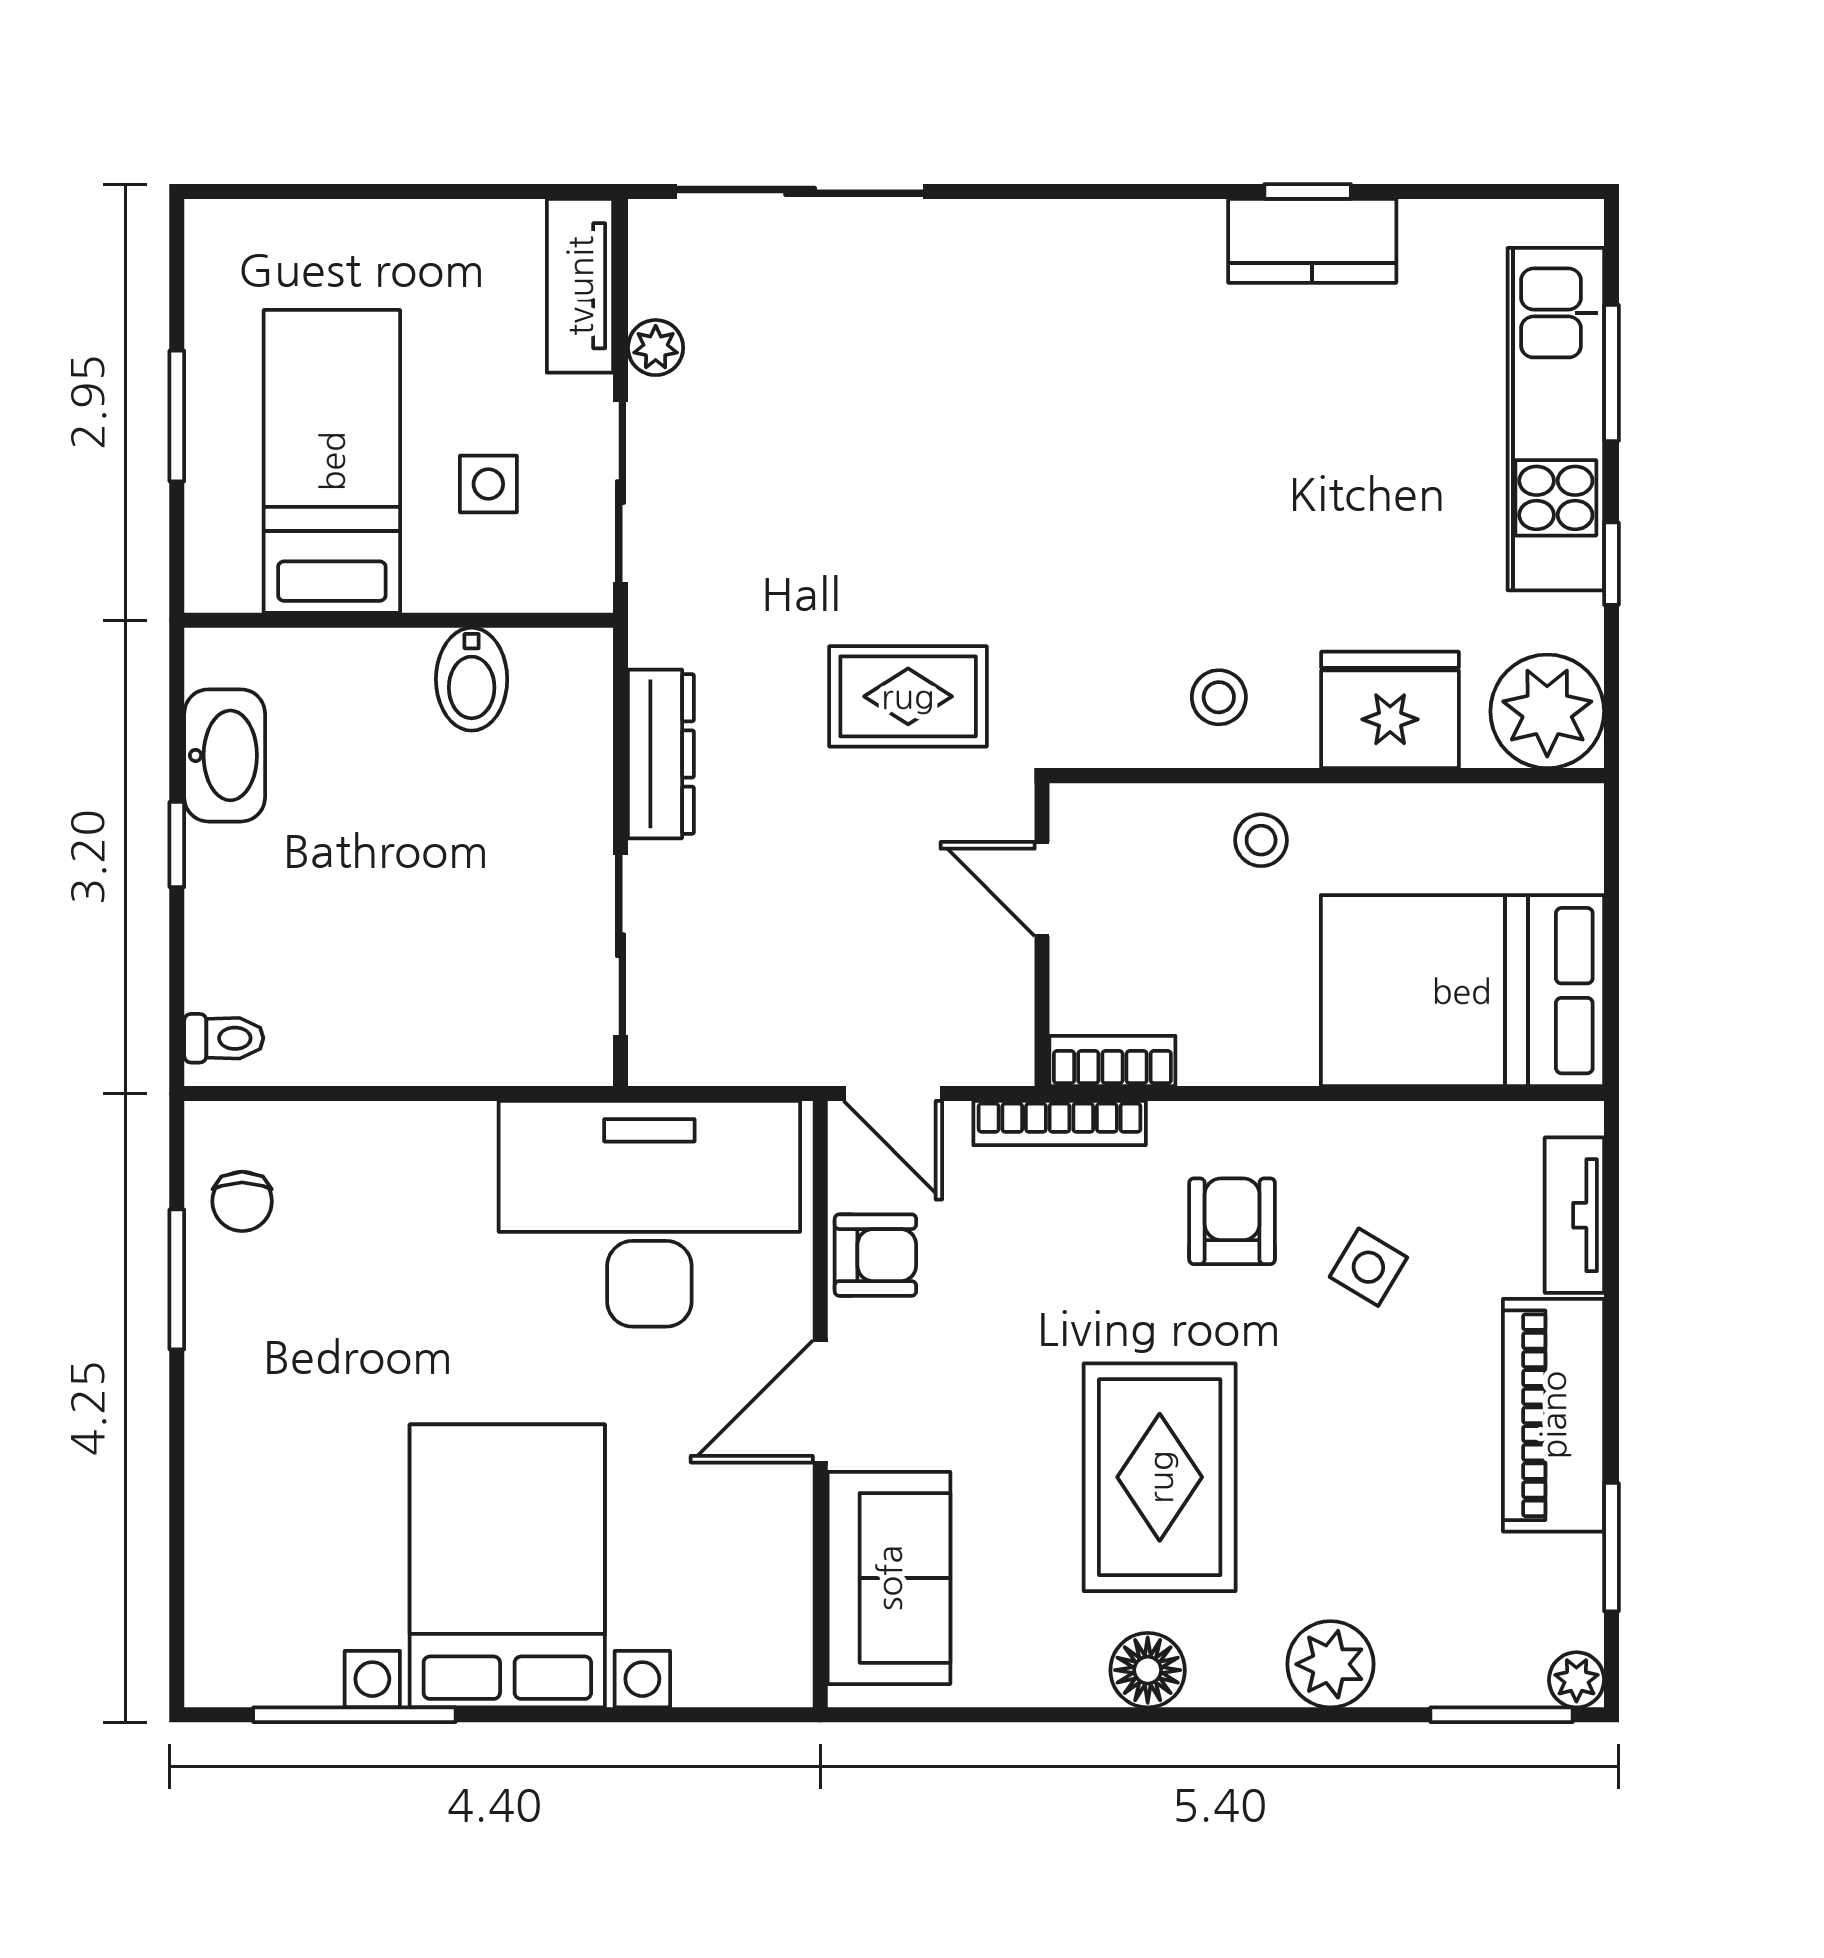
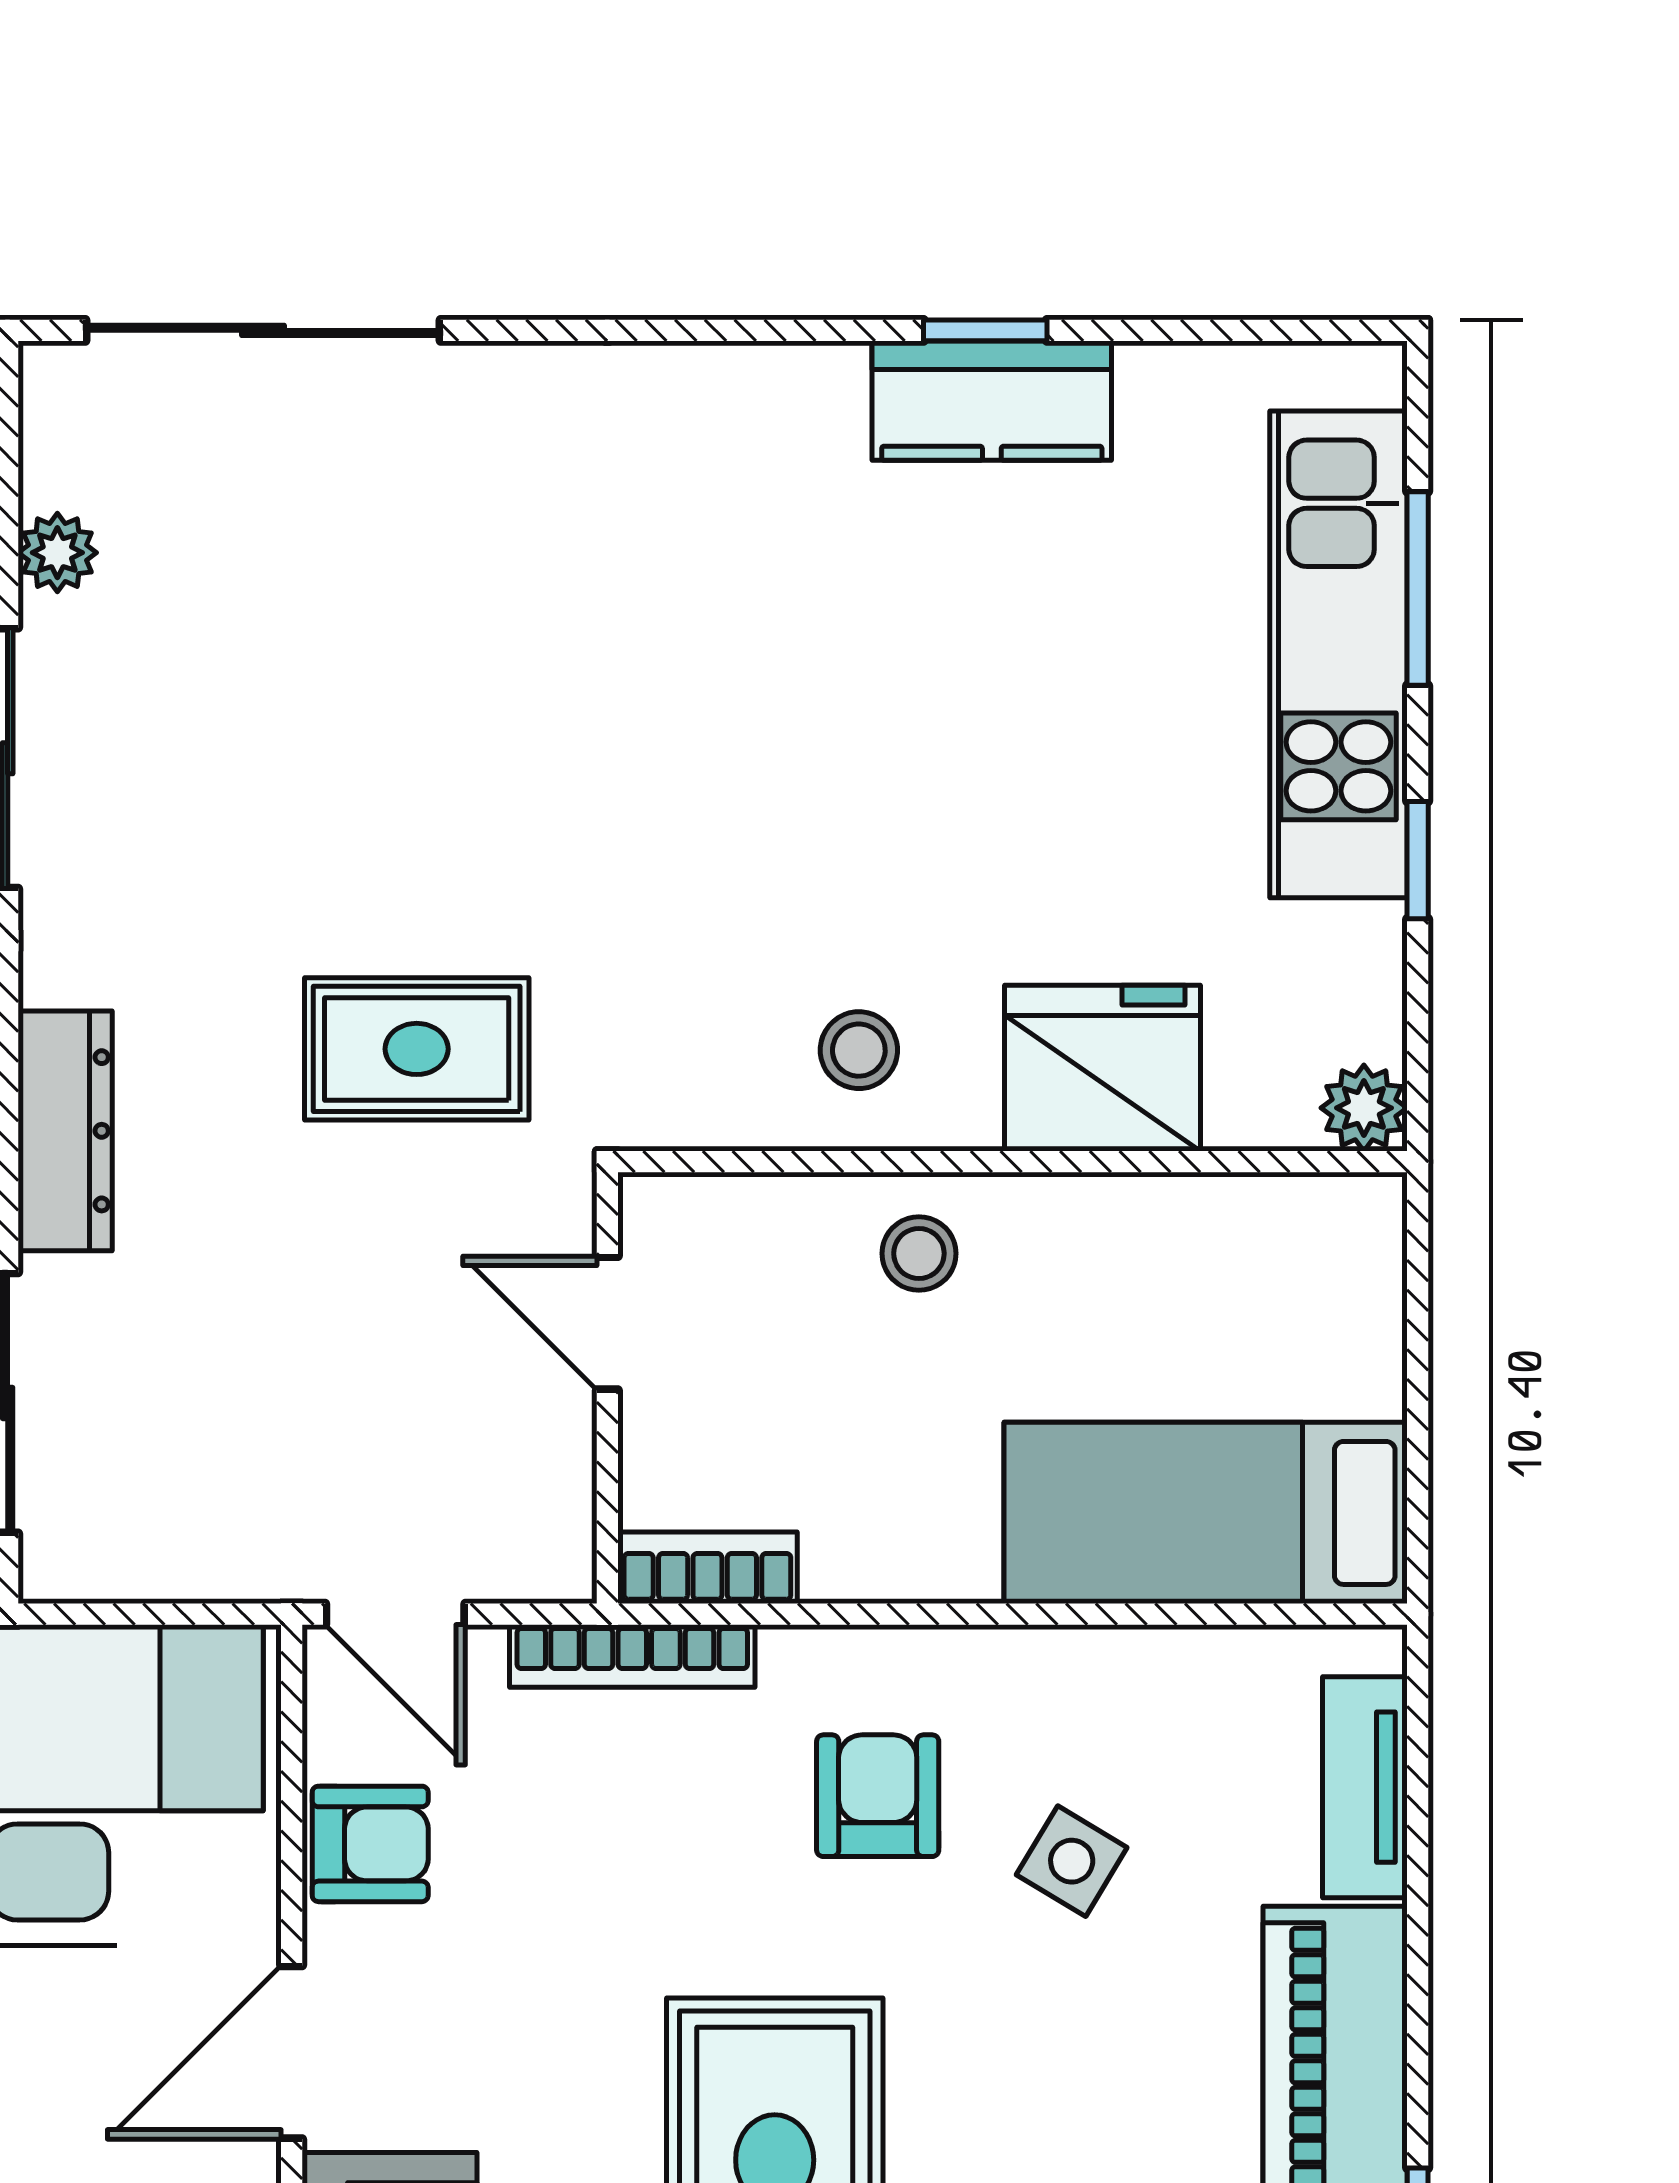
plant: (1547, 711) -> (1364, 1108), width x0.53, depth x0.53
bed: (1462, 991) -> (1206, 1513), width x0.67

